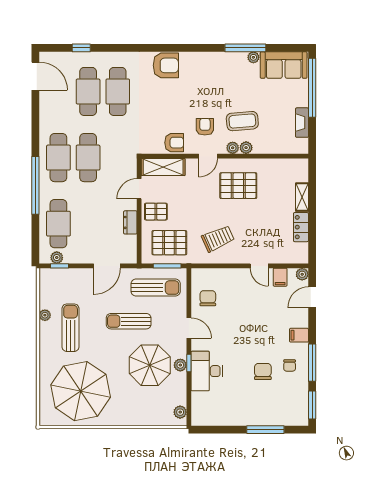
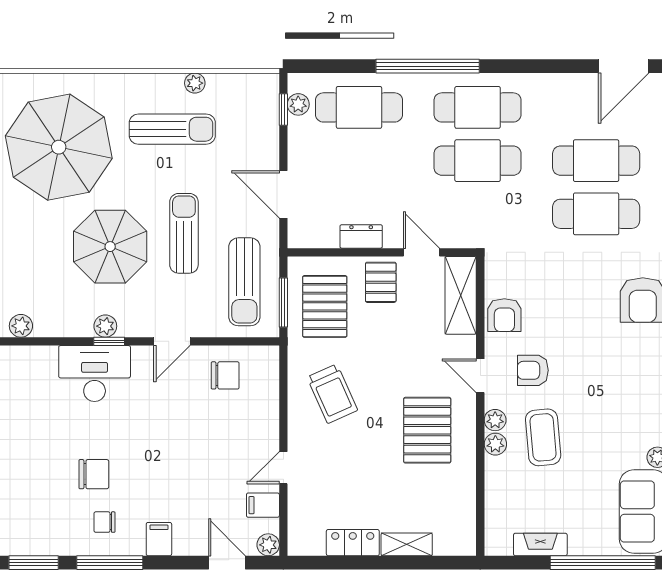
armchair: (205, 127) -> (533, 370), turned 180
parasol: (150, 365) -> (110, 247), moved

